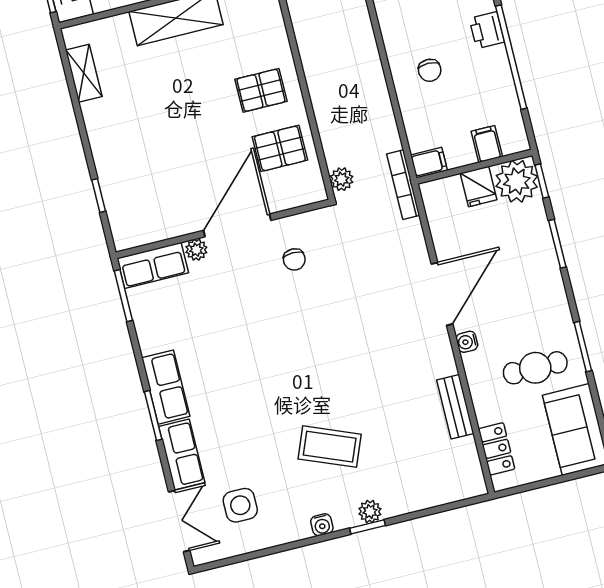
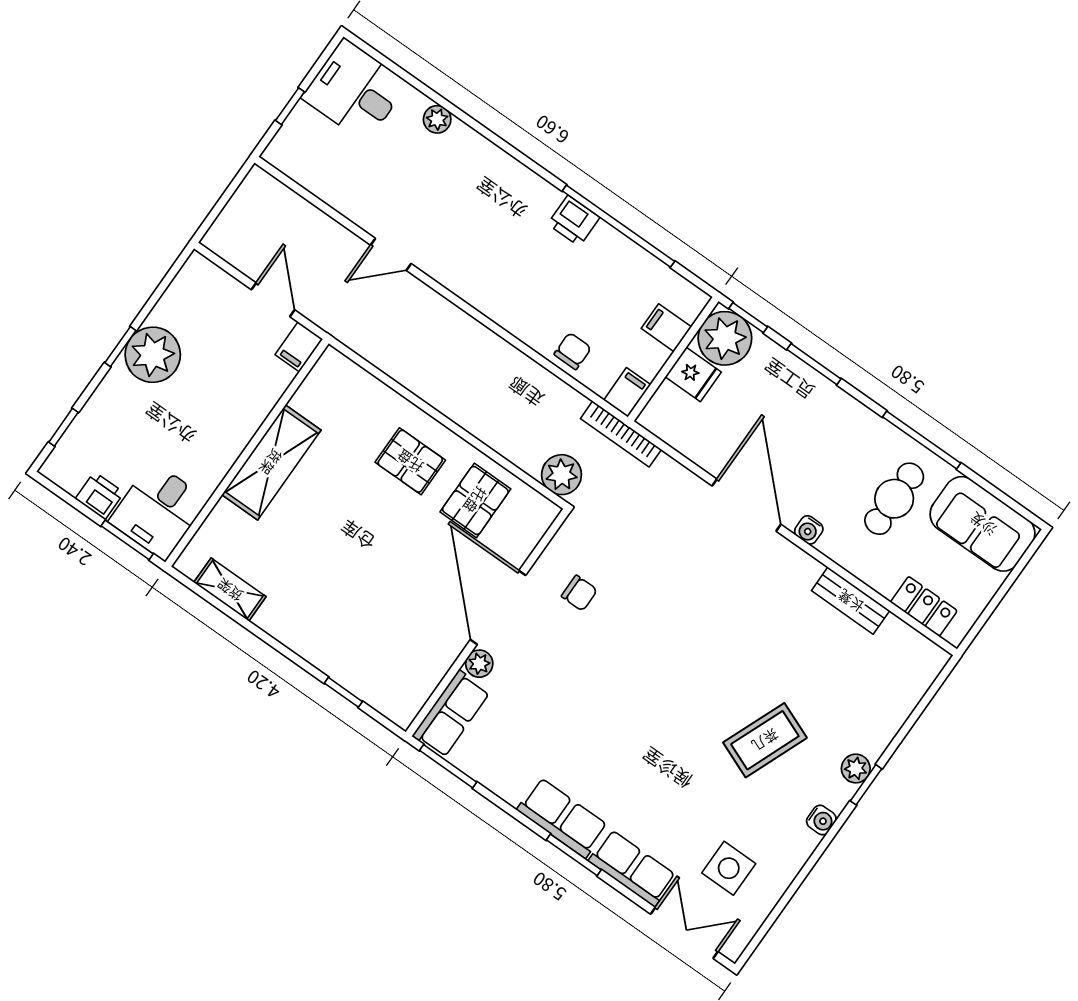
chair: (430, 70) -> (573, 351), moved, turned -90
pallet: (261, 90) -> (410, 461), turned 90
plant: (342, 179) -> (562, 475), width x1.38, depth x1.38
window: (583, 347) -> (922, 440), width x1.44

